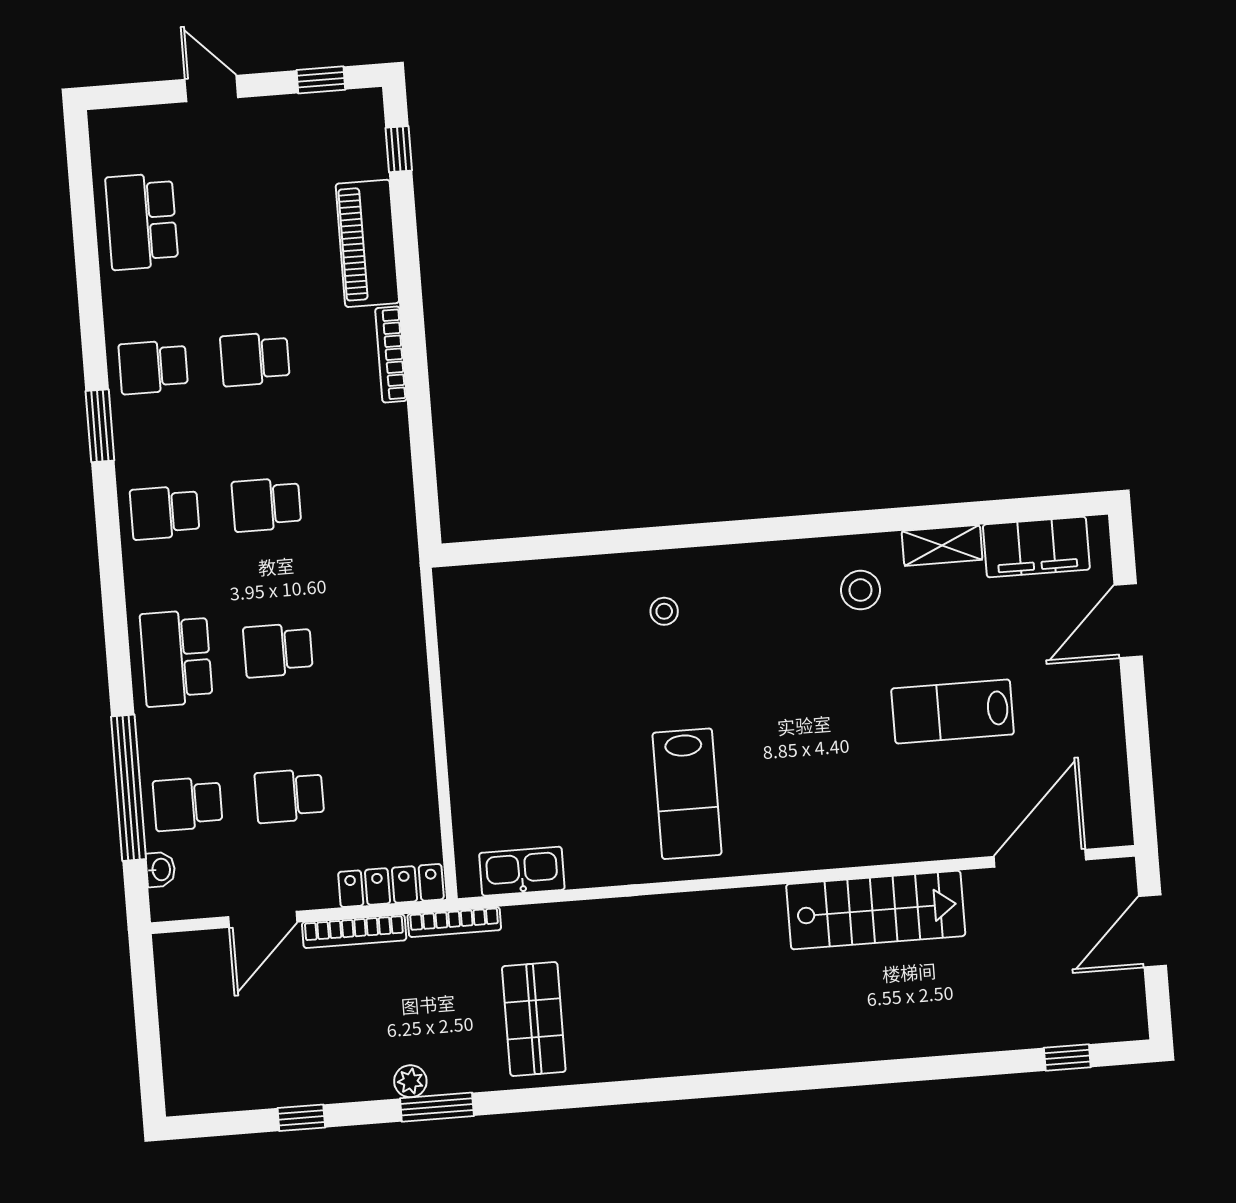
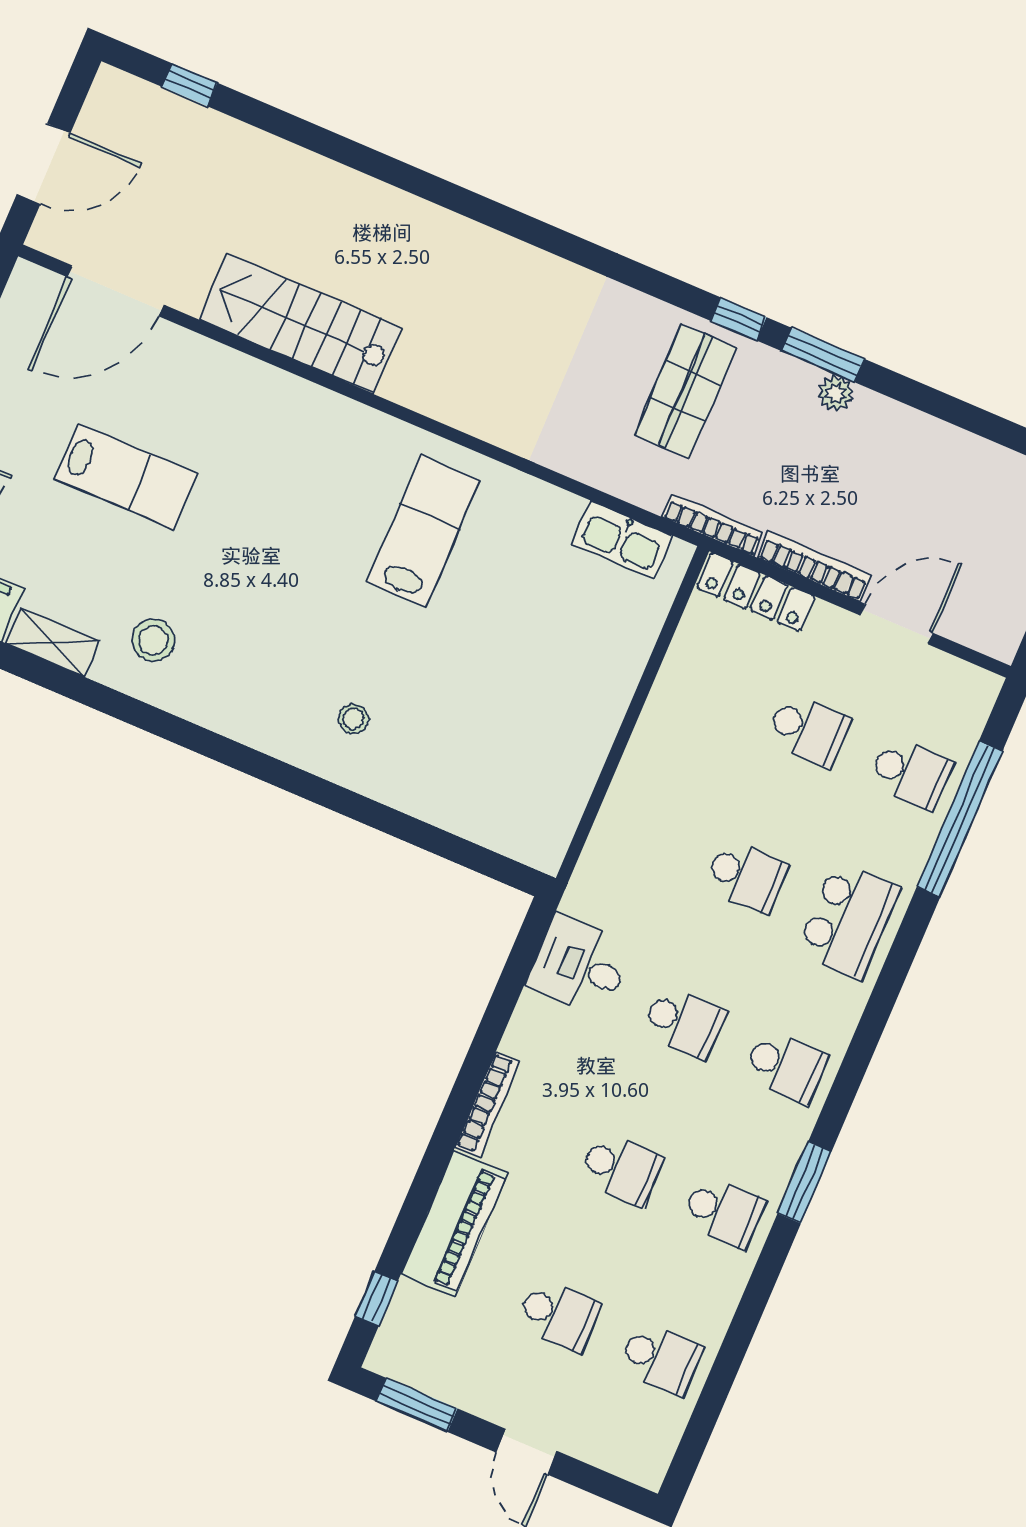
window: (321, 80) -> (417, 1405), width x1.50
school desk: (244, 213) -> (559, 1315), added
school desk: (142, 221) -> (661, 1359), width x0.54
desk: (375, 506) -> (580, 966), added
washbasin: (160, 870) -> (970, 724), removed
window: (301, 1118) -> (739, 319), moved

